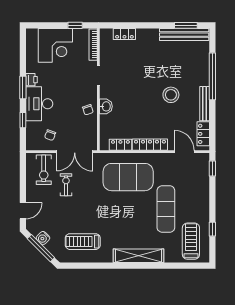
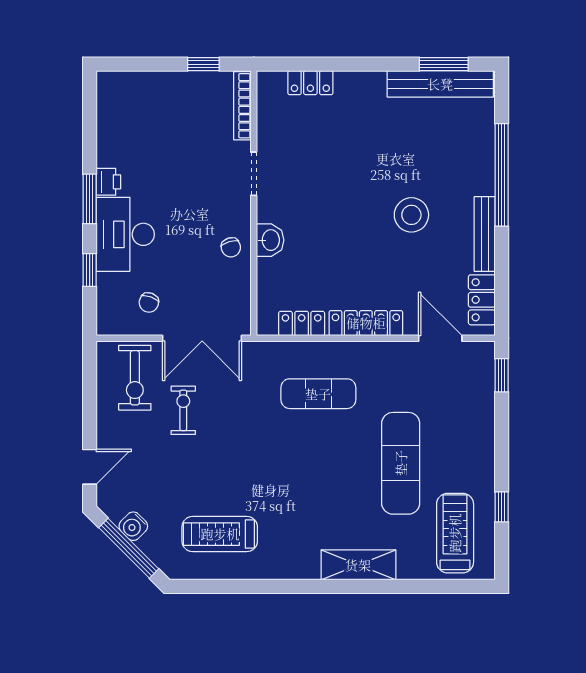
corner desk: (55, 45) -> (160, 108), removed
exercise mat: (128, 177) -> (318, 394), width x0.50, depth x0.69
shelving: (138, 256) -> (358, 565), width x0.68

